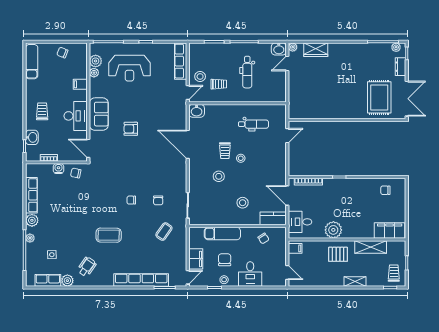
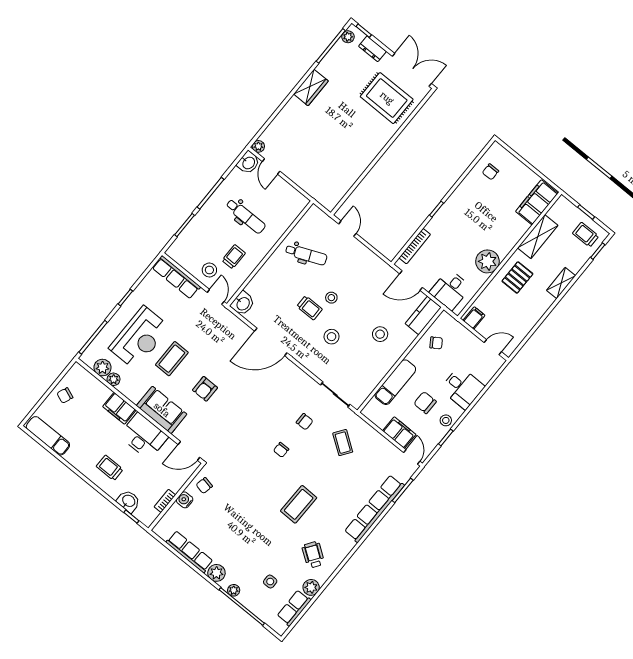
wardrobe: (316, 50) -> (311, 87), moved
filing cabinet: (80, 84) -> (119, 408), width x2.00
coffee table: (133, 96) -> (172, 359), added
dental chair: (253, 124) -> (306, 255), turned 67

